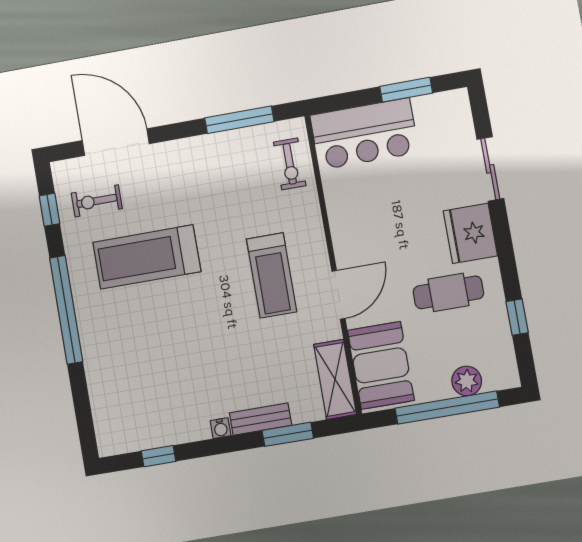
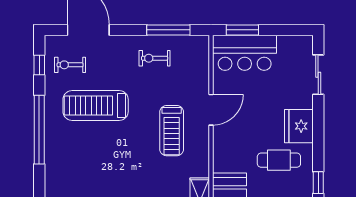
window: (406, 90) -> (242, 30), moved
exercise bike: (290, 164) -> (155, 58), moved, turned 90
sliding door: (490, 169) -> (318, 75), moved
door: (338, 295) -> (211, 110), moved

